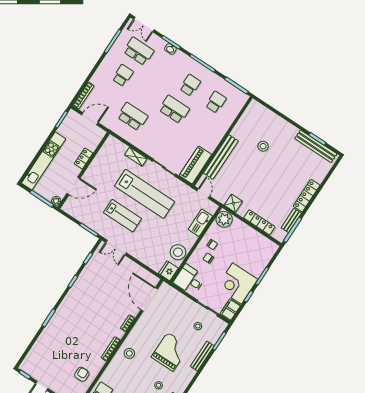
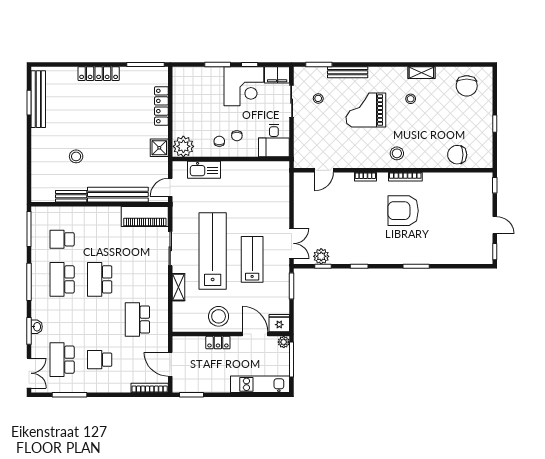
school desk: (190, 85) -> (62, 279), width x1.85
kitchen unit: (44, 161) -> (260, 384), width x0.73
bench: (291, 220) -> (71, 196), moved
stool: (178, 252) -> (219, 316), moved
plant: (95, 261) -> (321, 256), added
fridge: (168, 271) -> (279, 323), moved, turned 180
door: (149, 299) -> (324, 170), width x0.53
armchair: (82, 374) -> (403, 211), moved, width x1.88, depth x1.88

